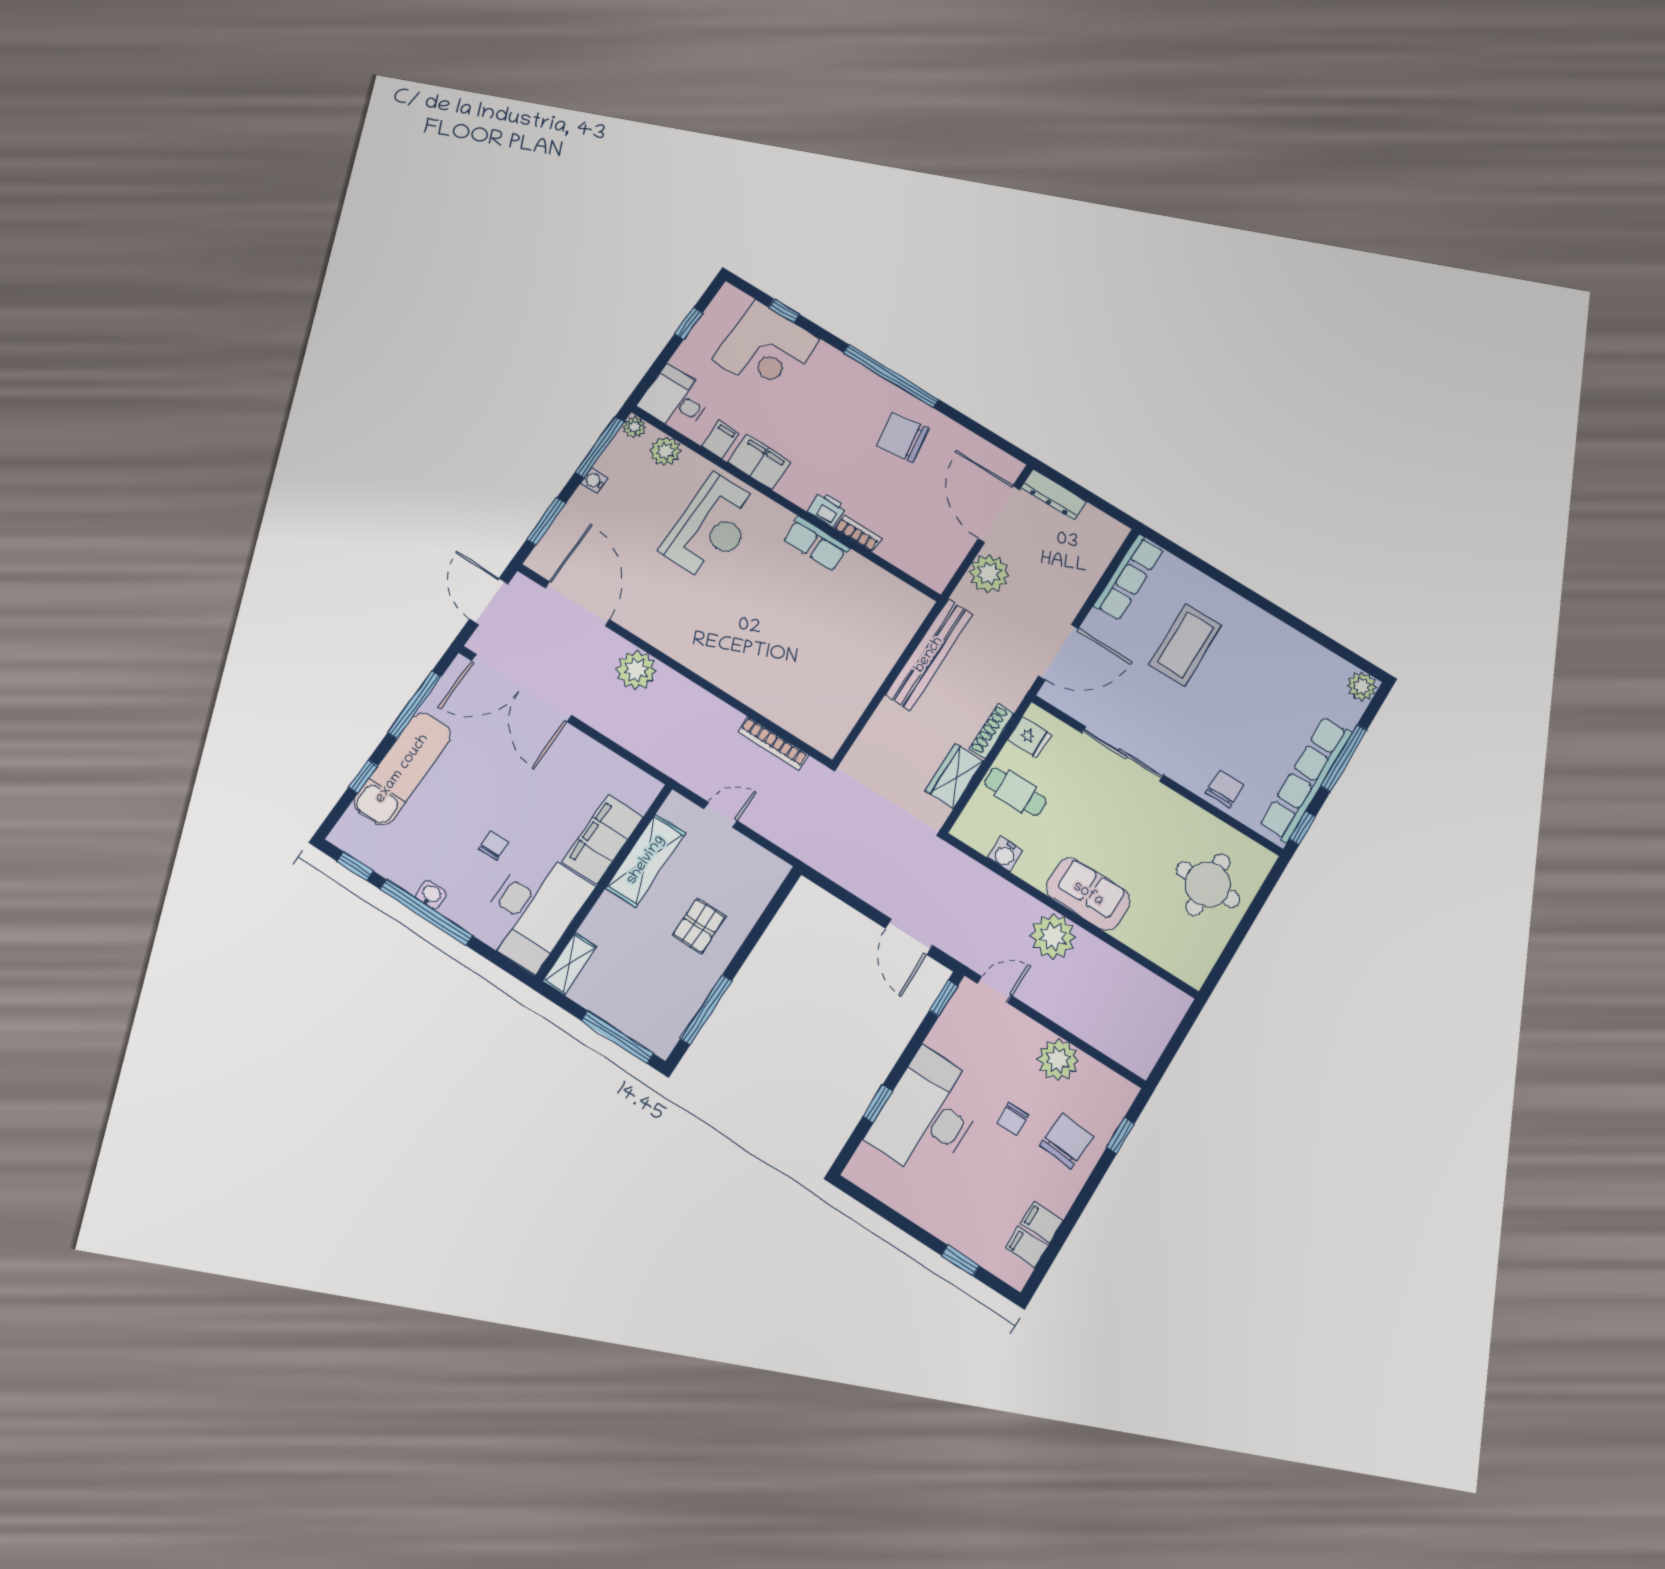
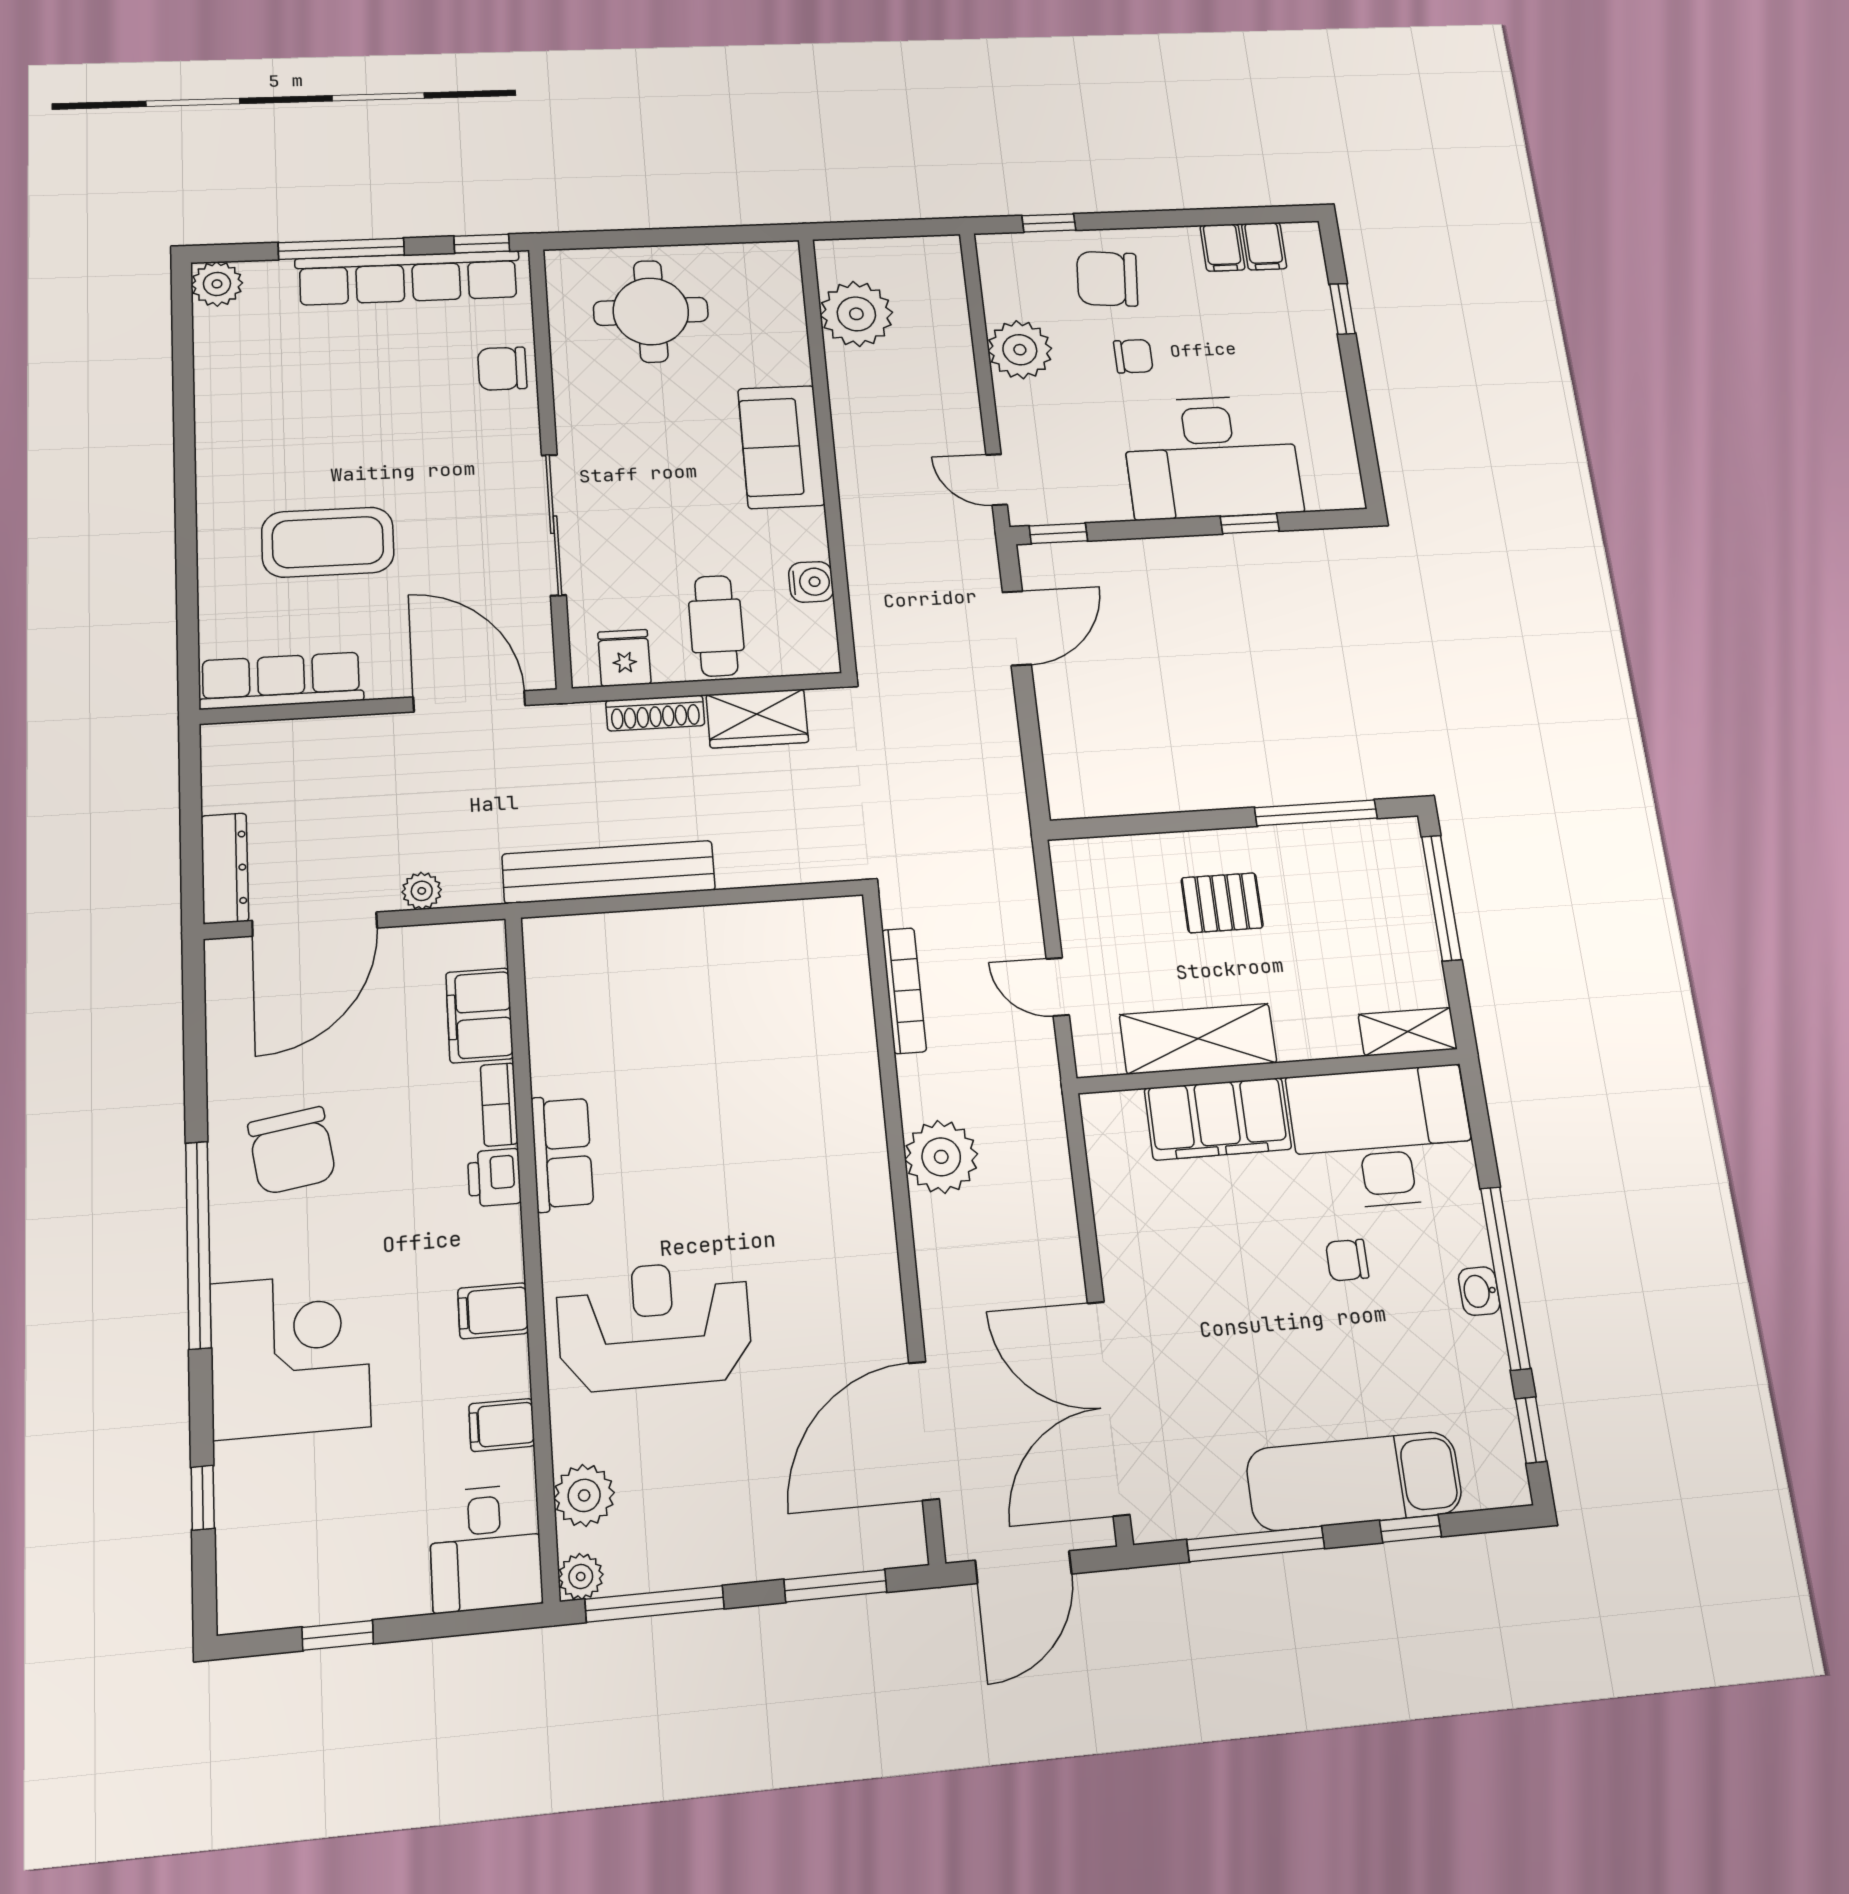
corner desk: (766, 349) -> (290, 1355), moved
filing cabinet: (759, 462) -> (493, 1311), width x0.50
water cooler: (594, 481) -> (716, 1566), removed
filing cabinet: (904, 553) -> (479, 1015), added
plant: (989, 574) -> (422, 891), width x0.53, depth x0.53
plant: (636, 670) -> (941, 1157), moved
double door: (521, 688) -> (1108, 1408), swing flipped
plant: (1053, 936) -> (856, 314), moved

